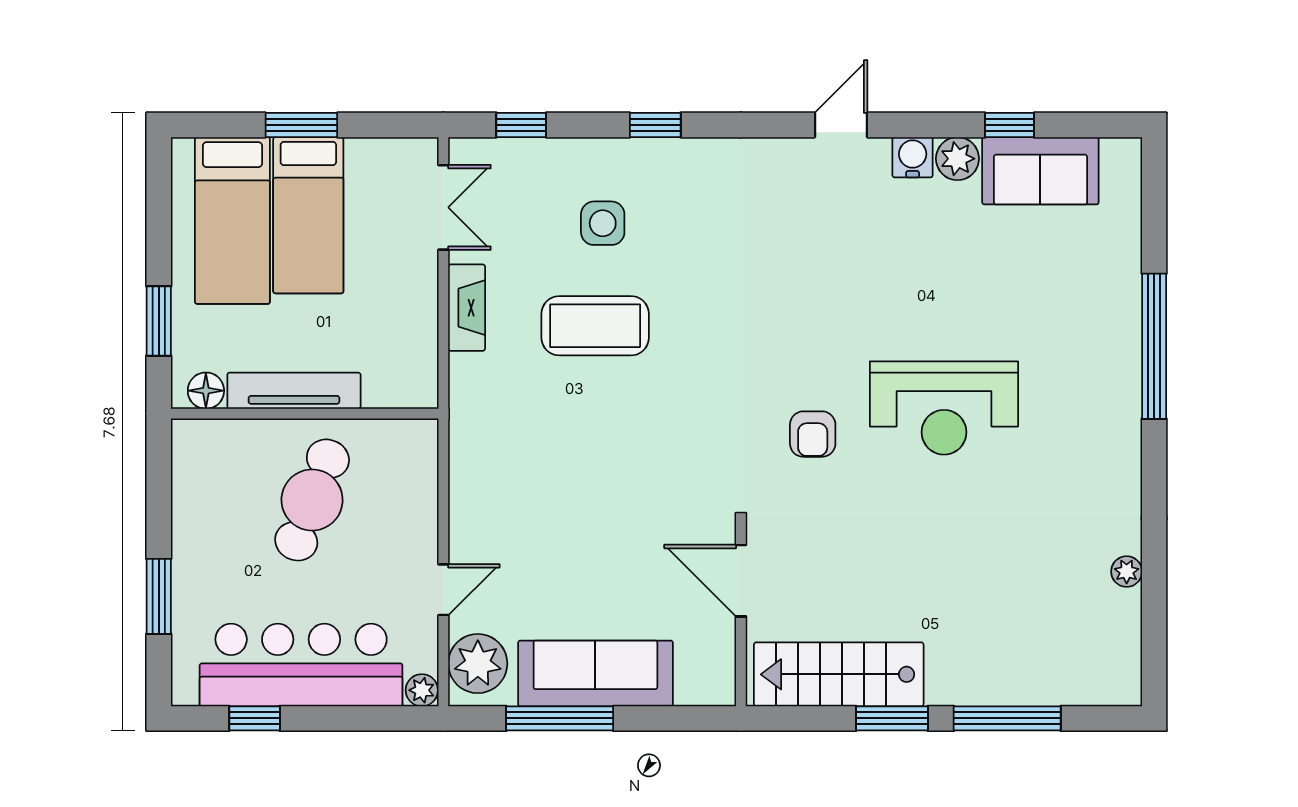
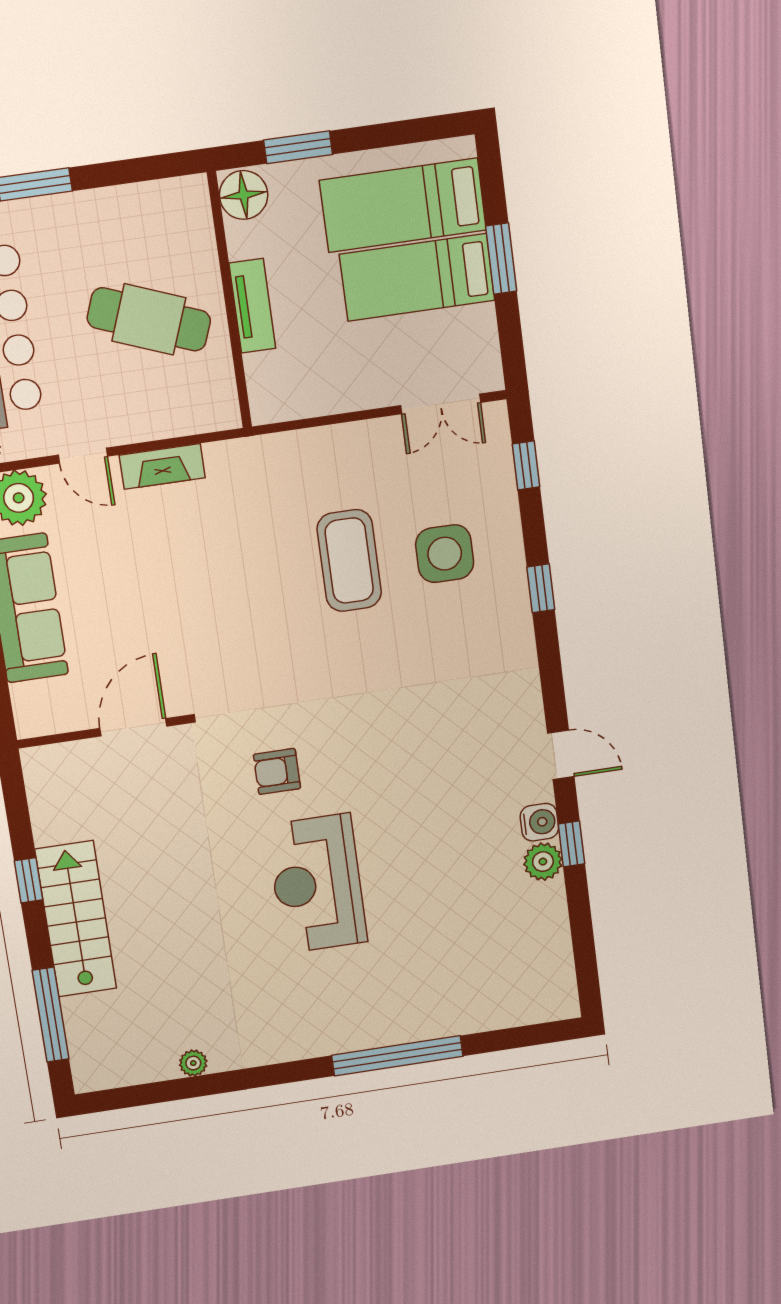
window: (1010, 125) -> (571, 844), moved
sofa: (1040, 171) -> (541, 935), removed
side table: (603, 223) -> (445, 554), width x1.37, depth x1.37
fireplace: (467, 308) -> (162, 466), moved
floor lamp: (206, 391) -> (244, 195), width x1.38, depth x1.38
tv unit: (294, 391) -> (252, 306), width x0.71
stairs: (839, 674) -> (76, 919), moved
window: (892, 718) -> (29, 880), width x0.67
window: (1007, 718) -> (51, 1015), moved

